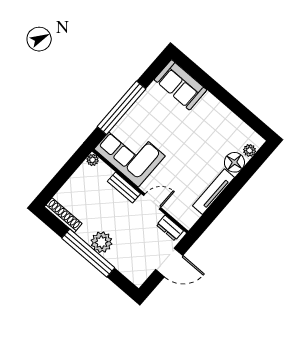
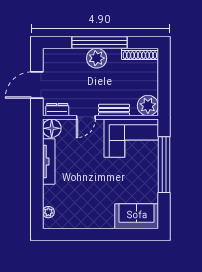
plant: (93, 160) -> (148, 106), width x1.87, depth x1.87
floor lamp: (234, 162) -> (52, 128), moved

